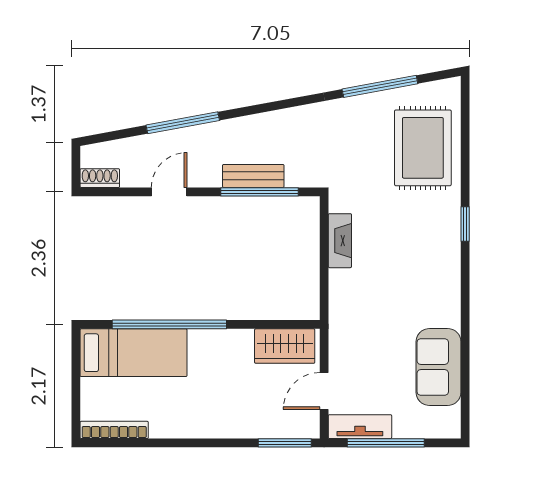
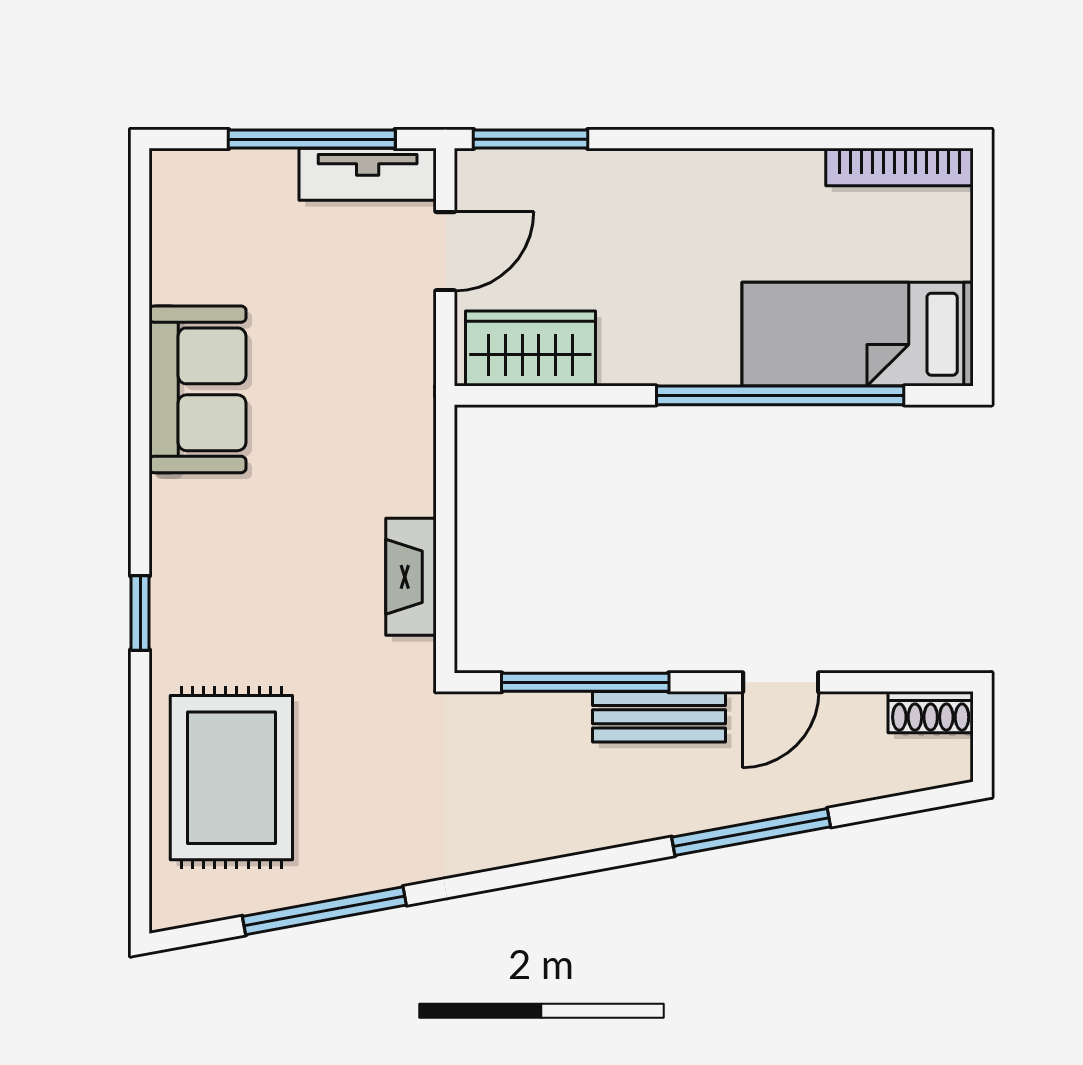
bench: (253, 176) -> (659, 717), moved
sofa: (439, 367) -> (198, 389), moved

